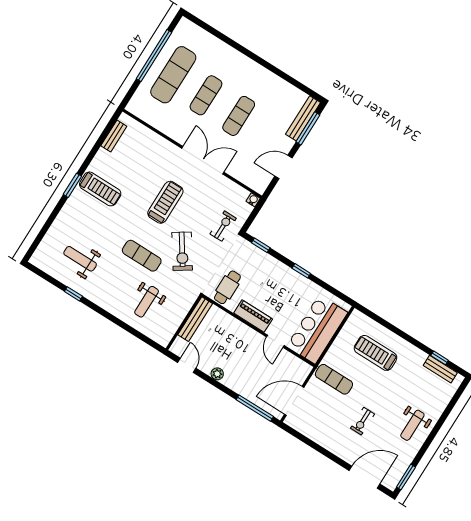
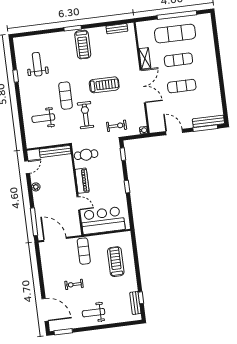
shelving: (173, 132) -> (145, 58), added
exercise bike: (182, 251) -> (86, 115), turned 124
door: (275, 341) -> (78, 203), swing flipped

